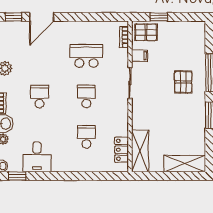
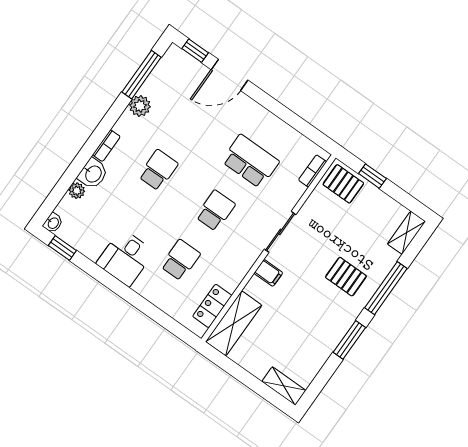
shelving: (199, 35) -> (407, 233), added
filing cabinet: (139, 56) -> (268, 273), moved
pallet: (183, 82) -> (346, 277), turned 90
desk: (37, 157) -> (125, 258), moved
shelving: (185, 164) -> (284, 386), width x0.67, depth x0.75

